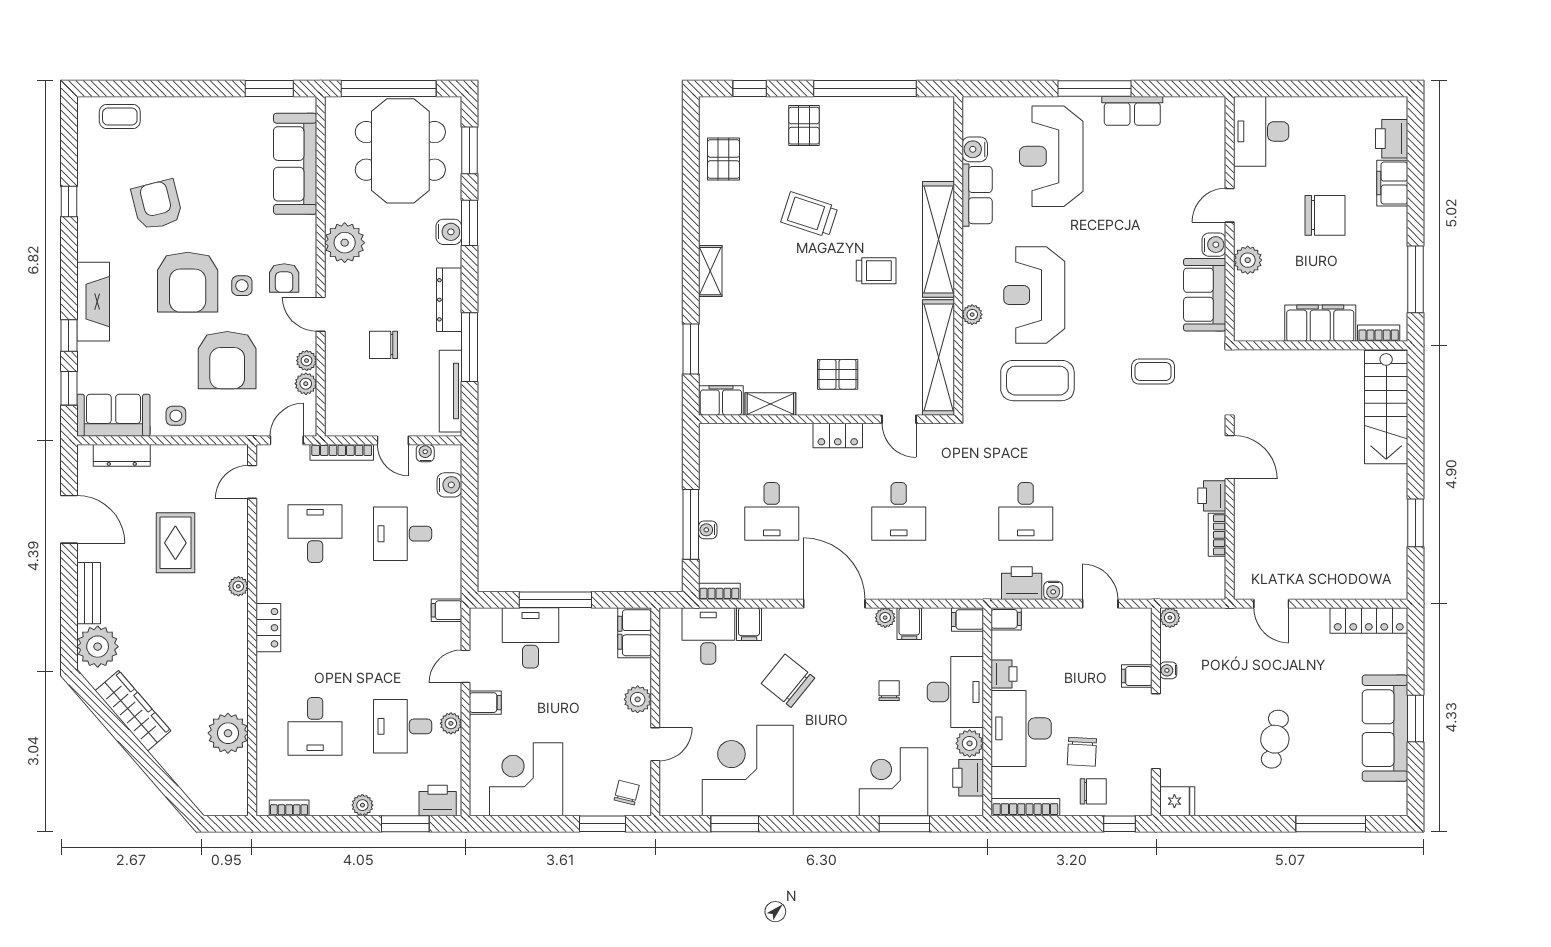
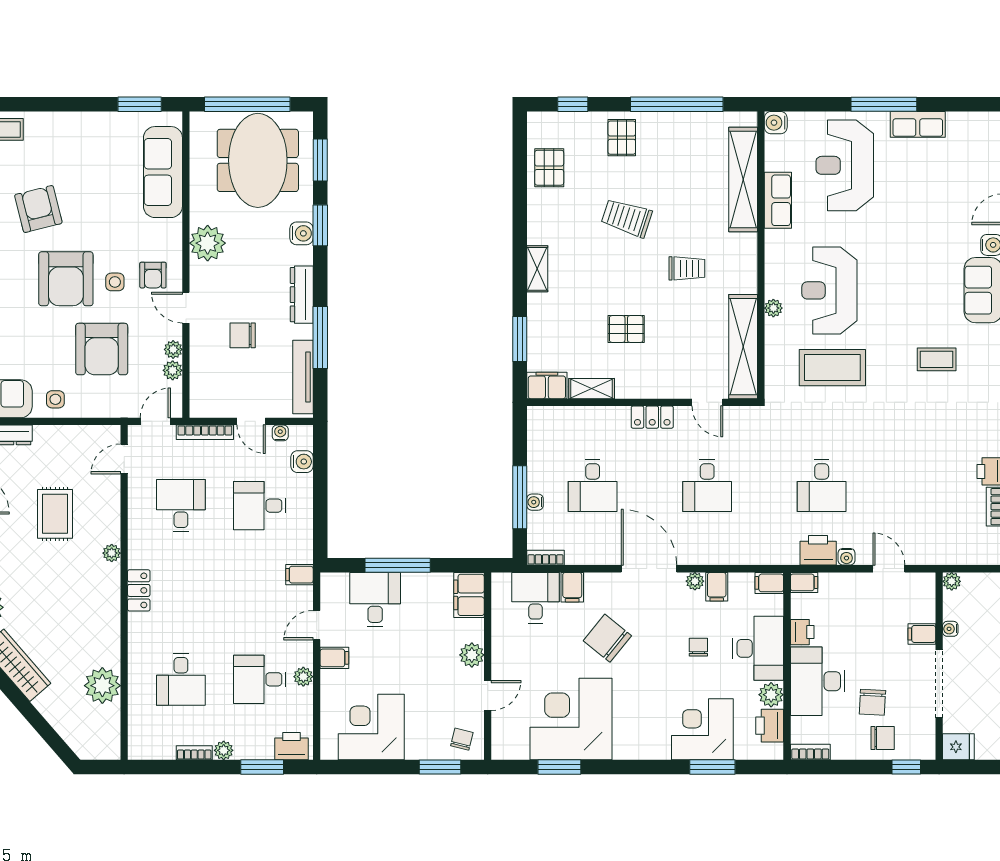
water cooler: (975, 149) -> (776, 123), moved
shelving: (938, 239) -> (743, 180), moved
pallet: (838, 374) -> (626, 329), moved
bookcase: (1025, 807) -> (810, 752), width x0.64
bookcase: (289, 808) -> (194, 753), moved

